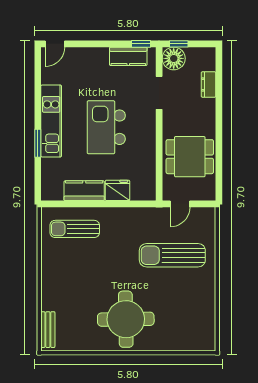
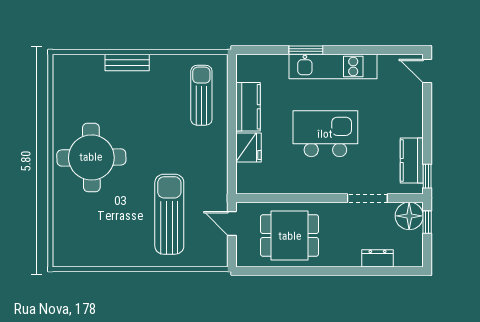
dining table: (190, 157) -> (290, 236), turned 90
bench: (48, 330) -> (127, 62), moved

